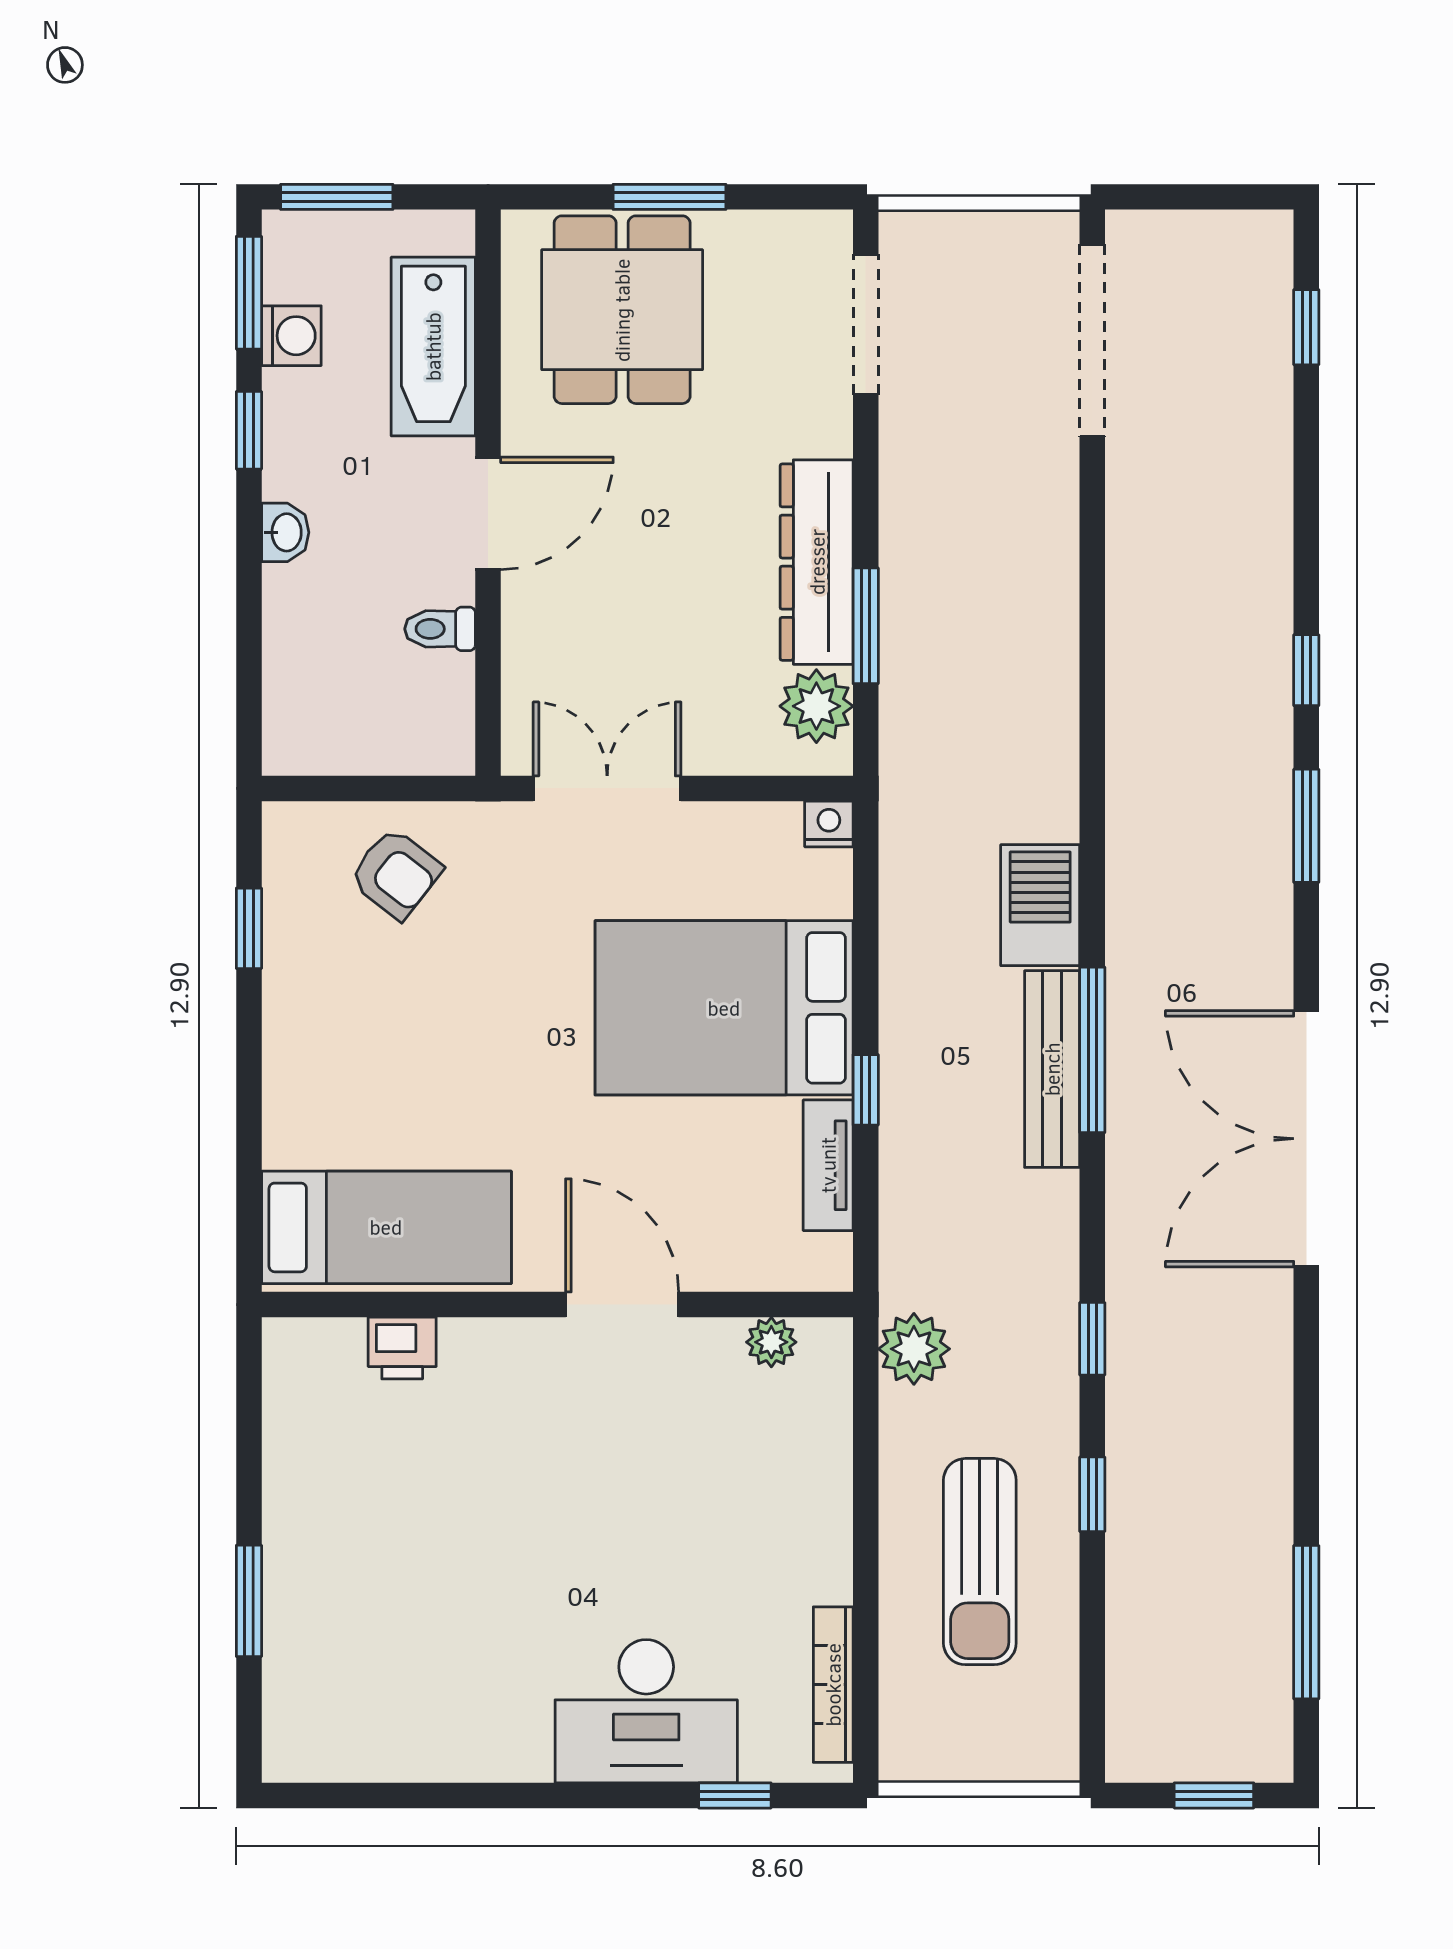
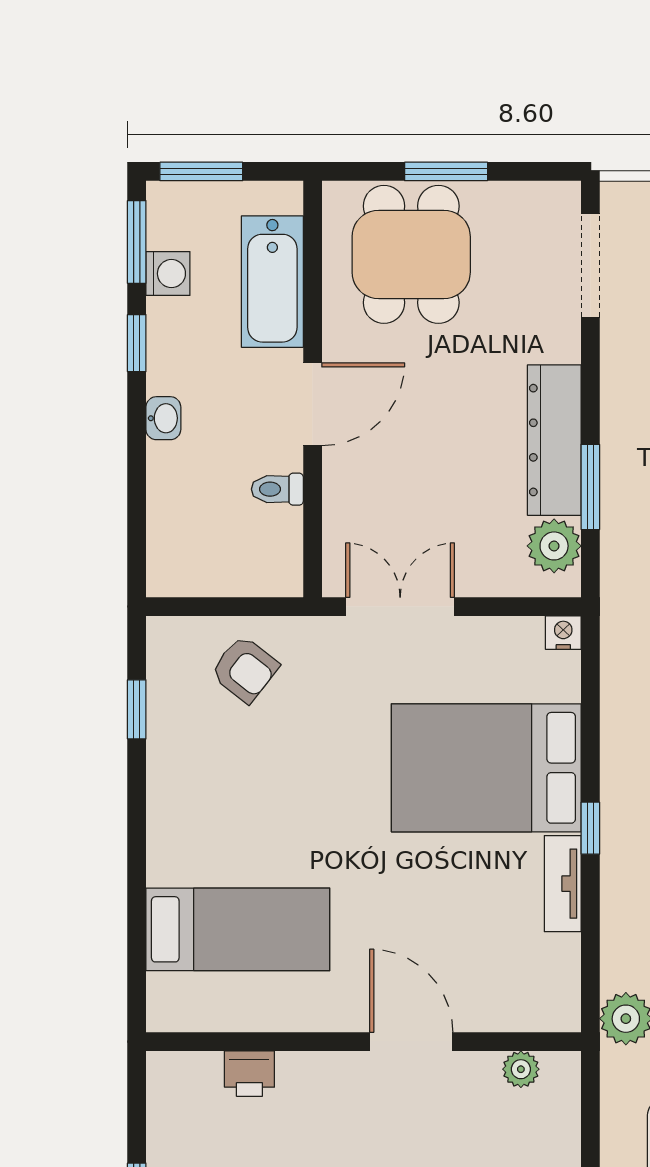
wall: (557, 1305) -> (364, 1042), moved
door: (622, 1305) -> (411, 1042), moved
plant: (771, 1342) -> (521, 1069), moved
printer: (402, 1348) -> (249, 1074), moved

